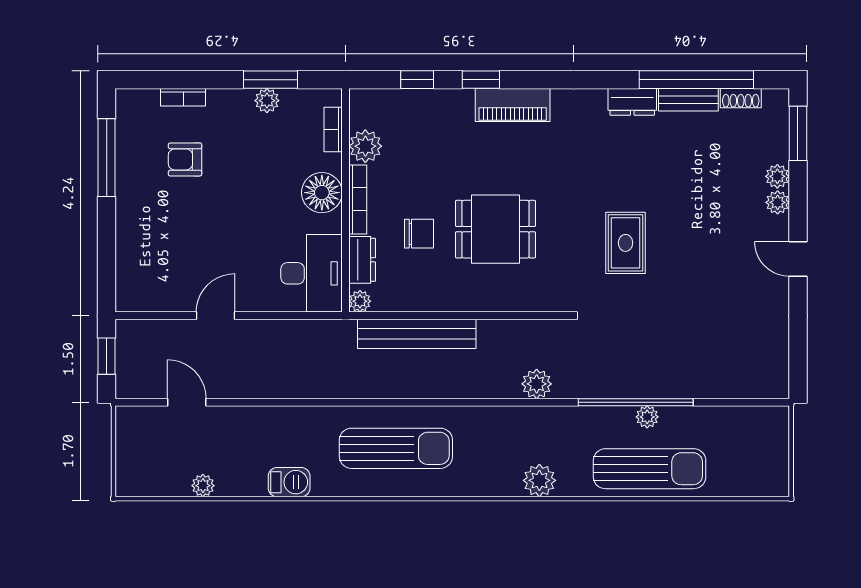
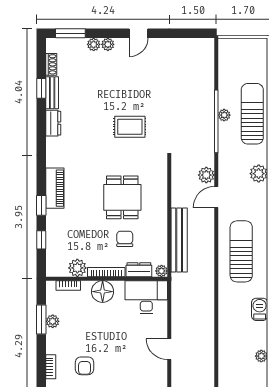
window: (696, 80) -> (41, 88), width x0.32
door: (187, 402) -> (216, 197), moved

